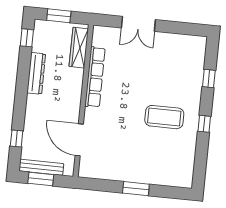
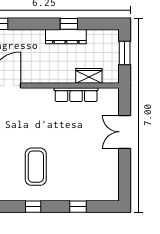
window: (27, 38) -> (69, 24), moved
wardrobe: (79, 48) -> (89, 76), width x0.67
row of seats: (95, 77) -> (76, 95), width x0.73

